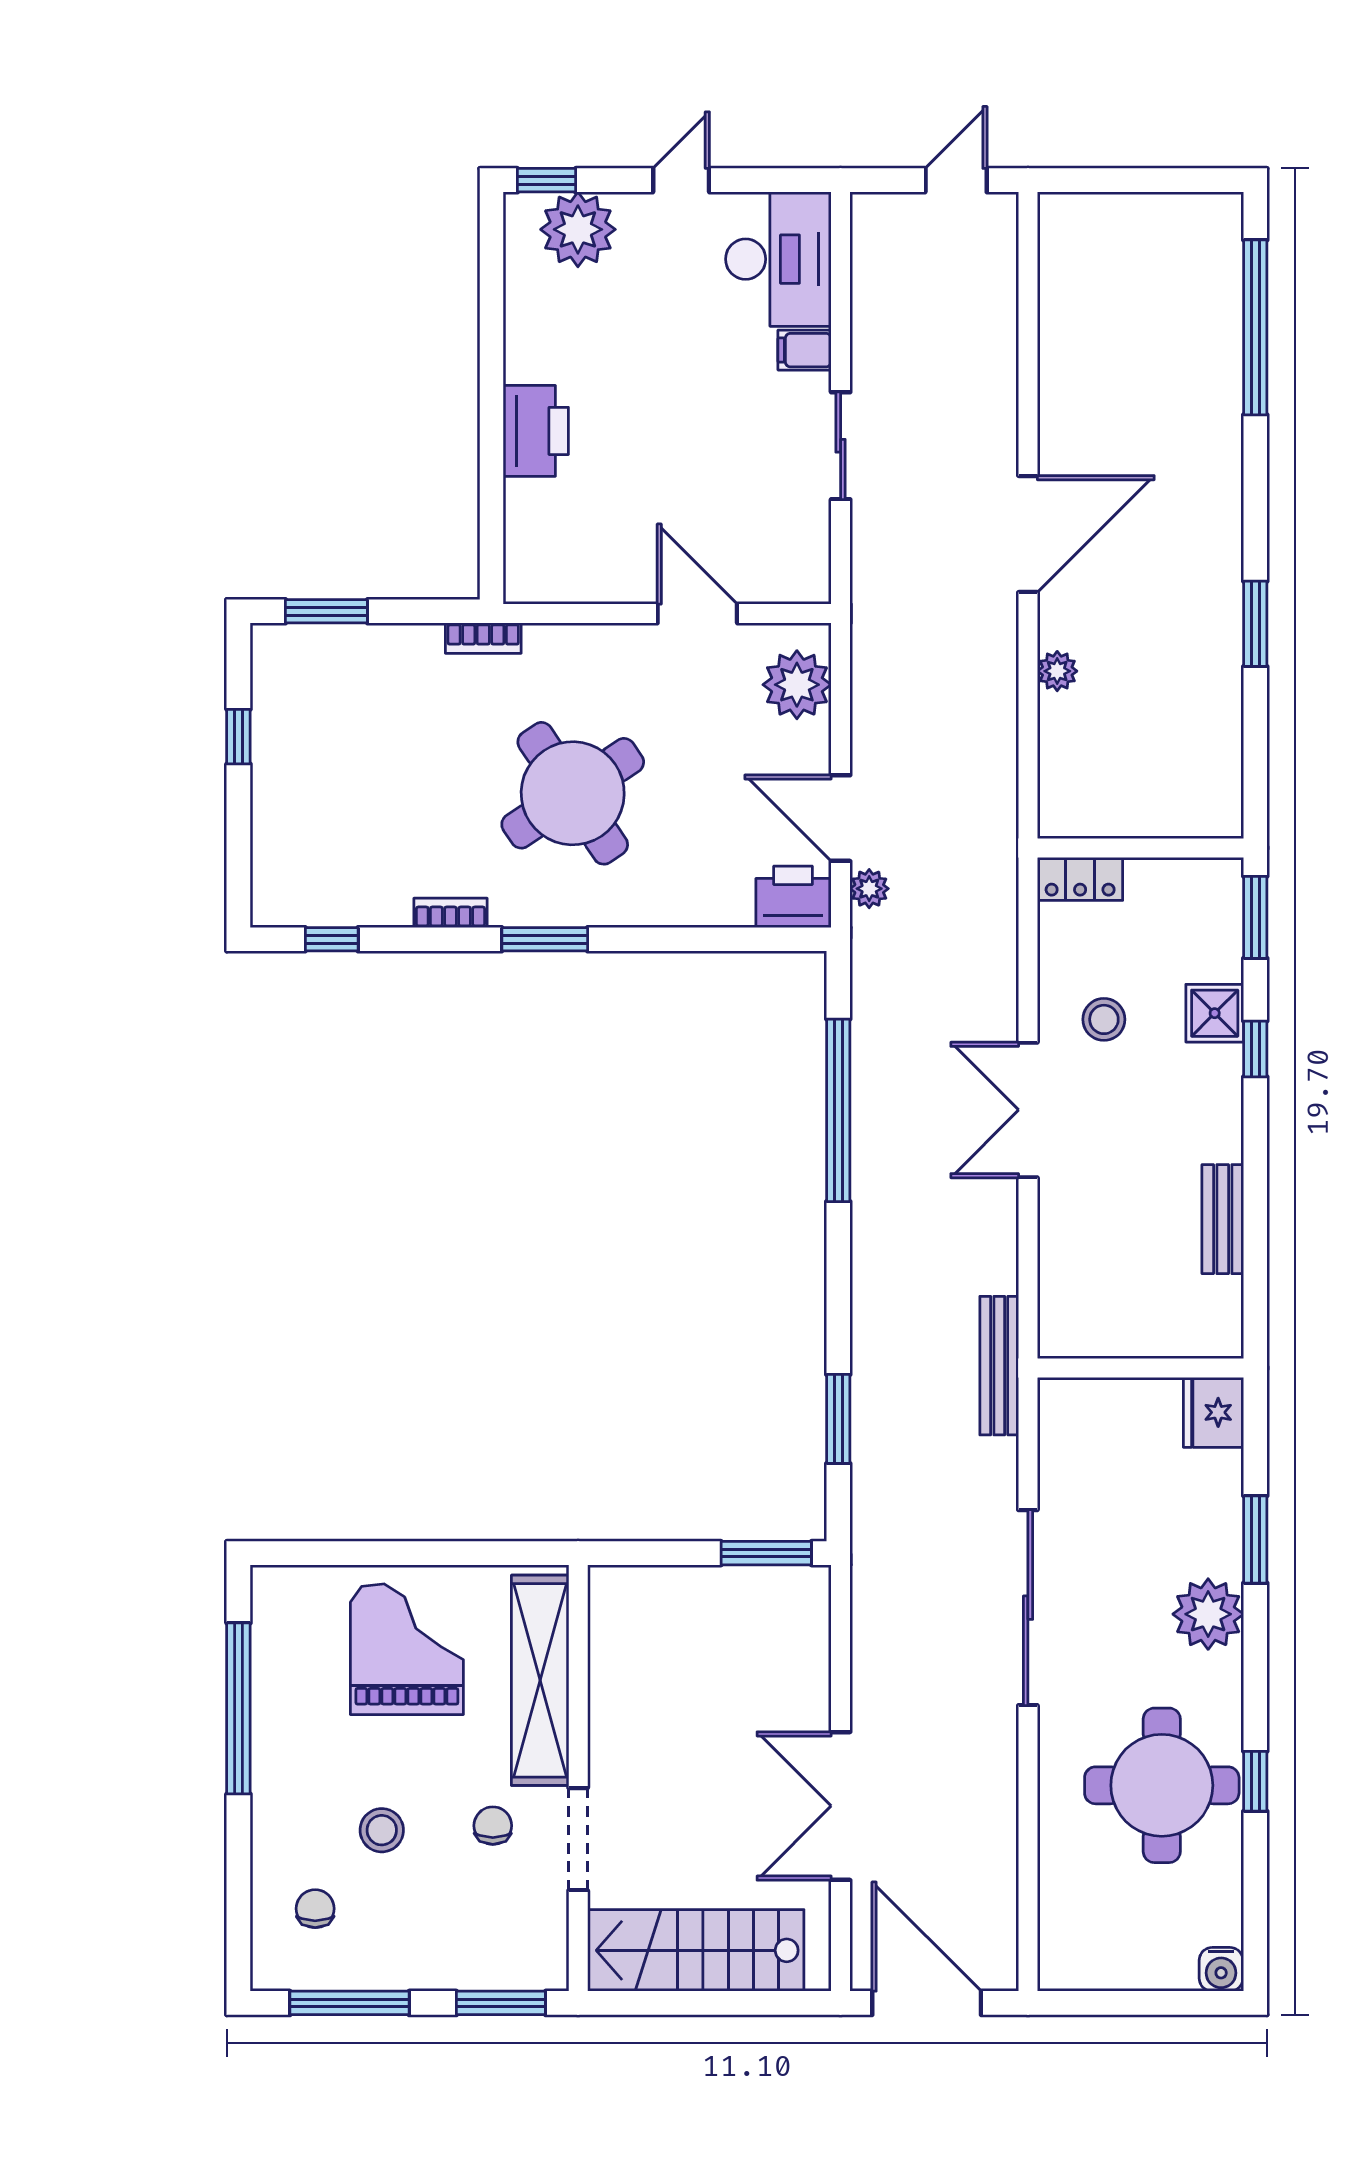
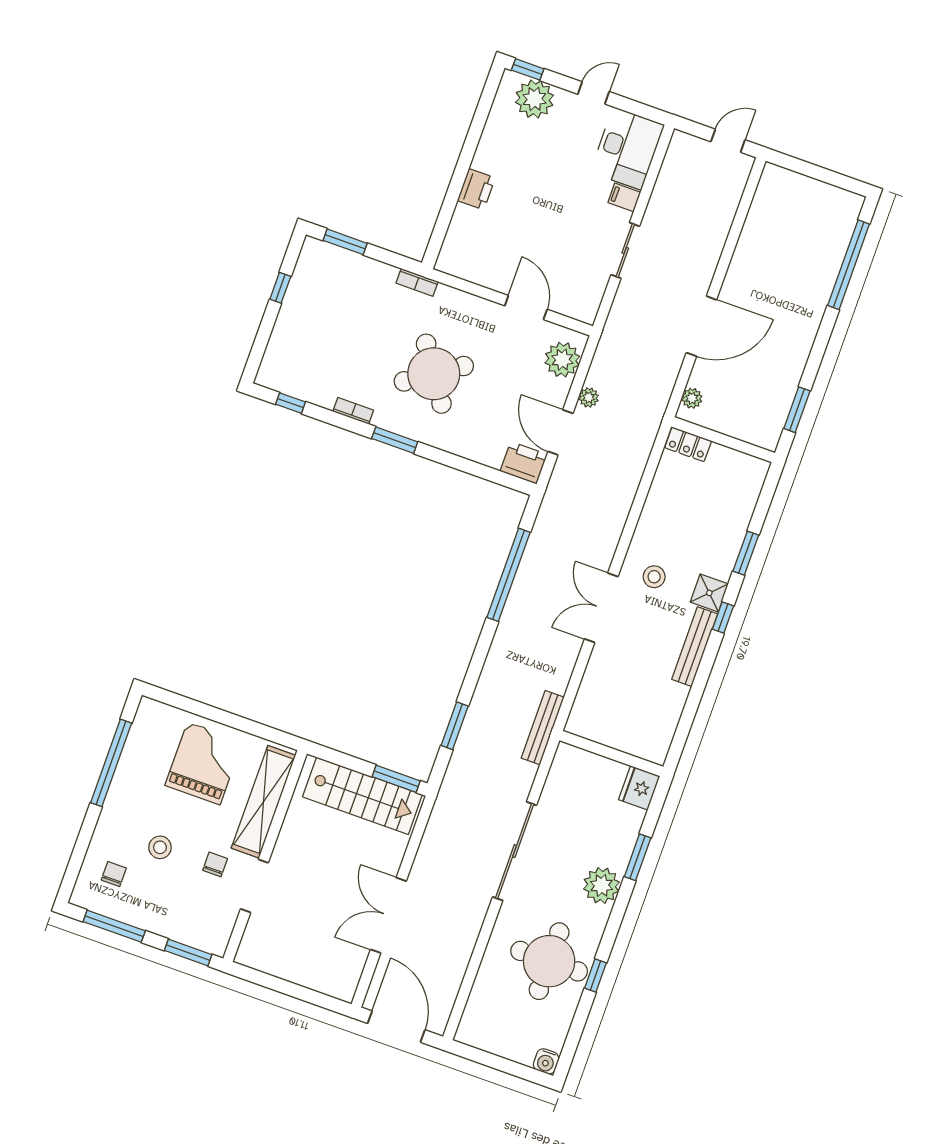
printer: (536, 431) -> (476, 189), width x0.73, depth x0.84
wall: (1140, 848) -> (723, 440), moved
locker: (1080, 879) -> (688, 444), moved
plant: (869, 889) -> (589, 397), moved
bench: (1223, 1219) -> (695, 647), moved, width x1.36
stairs: (696, 1950) -> (362, 796), moved, turned 180

